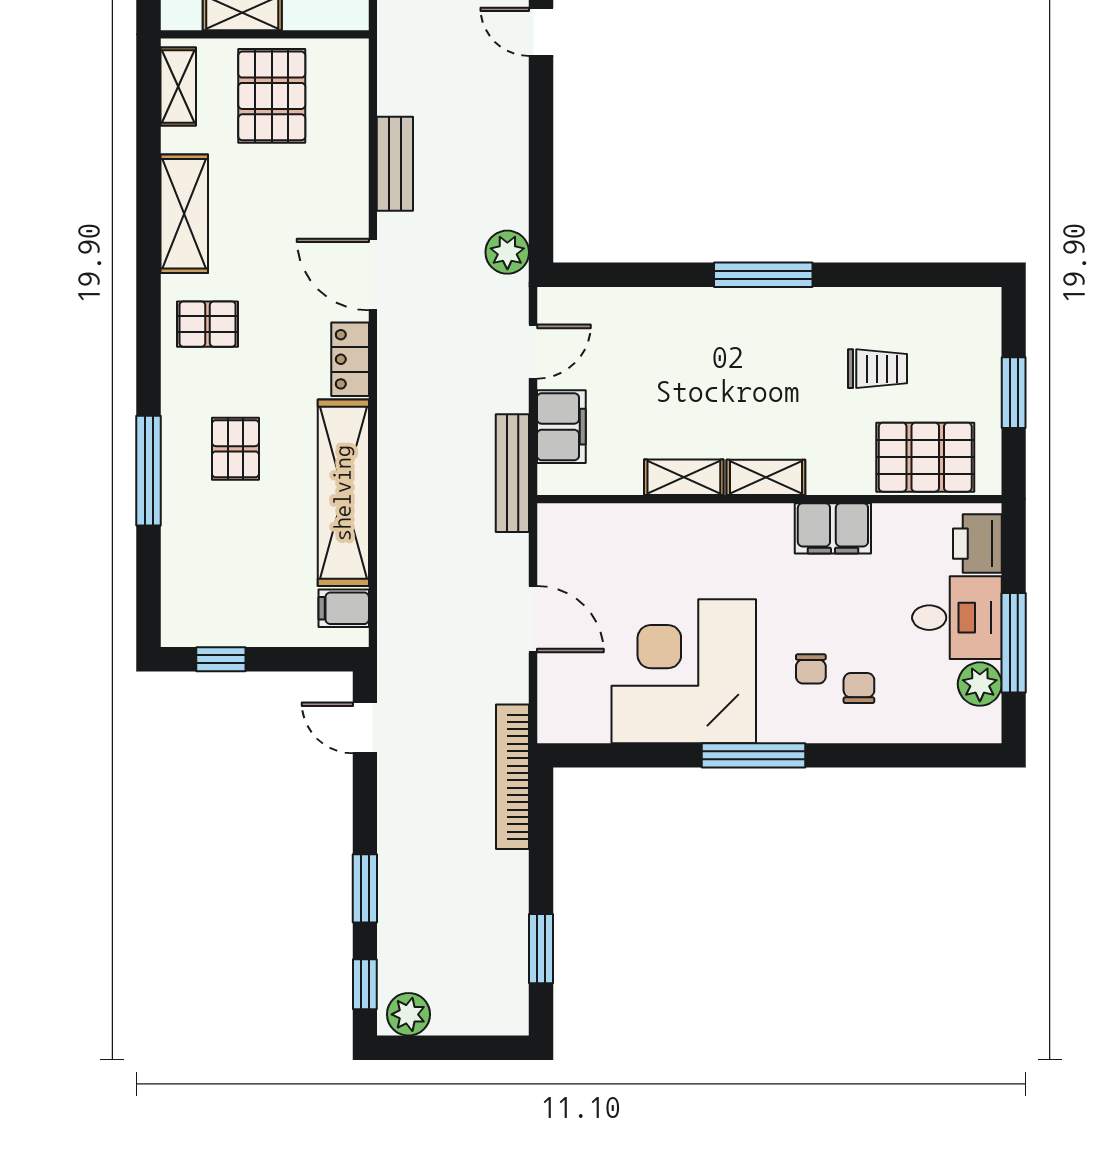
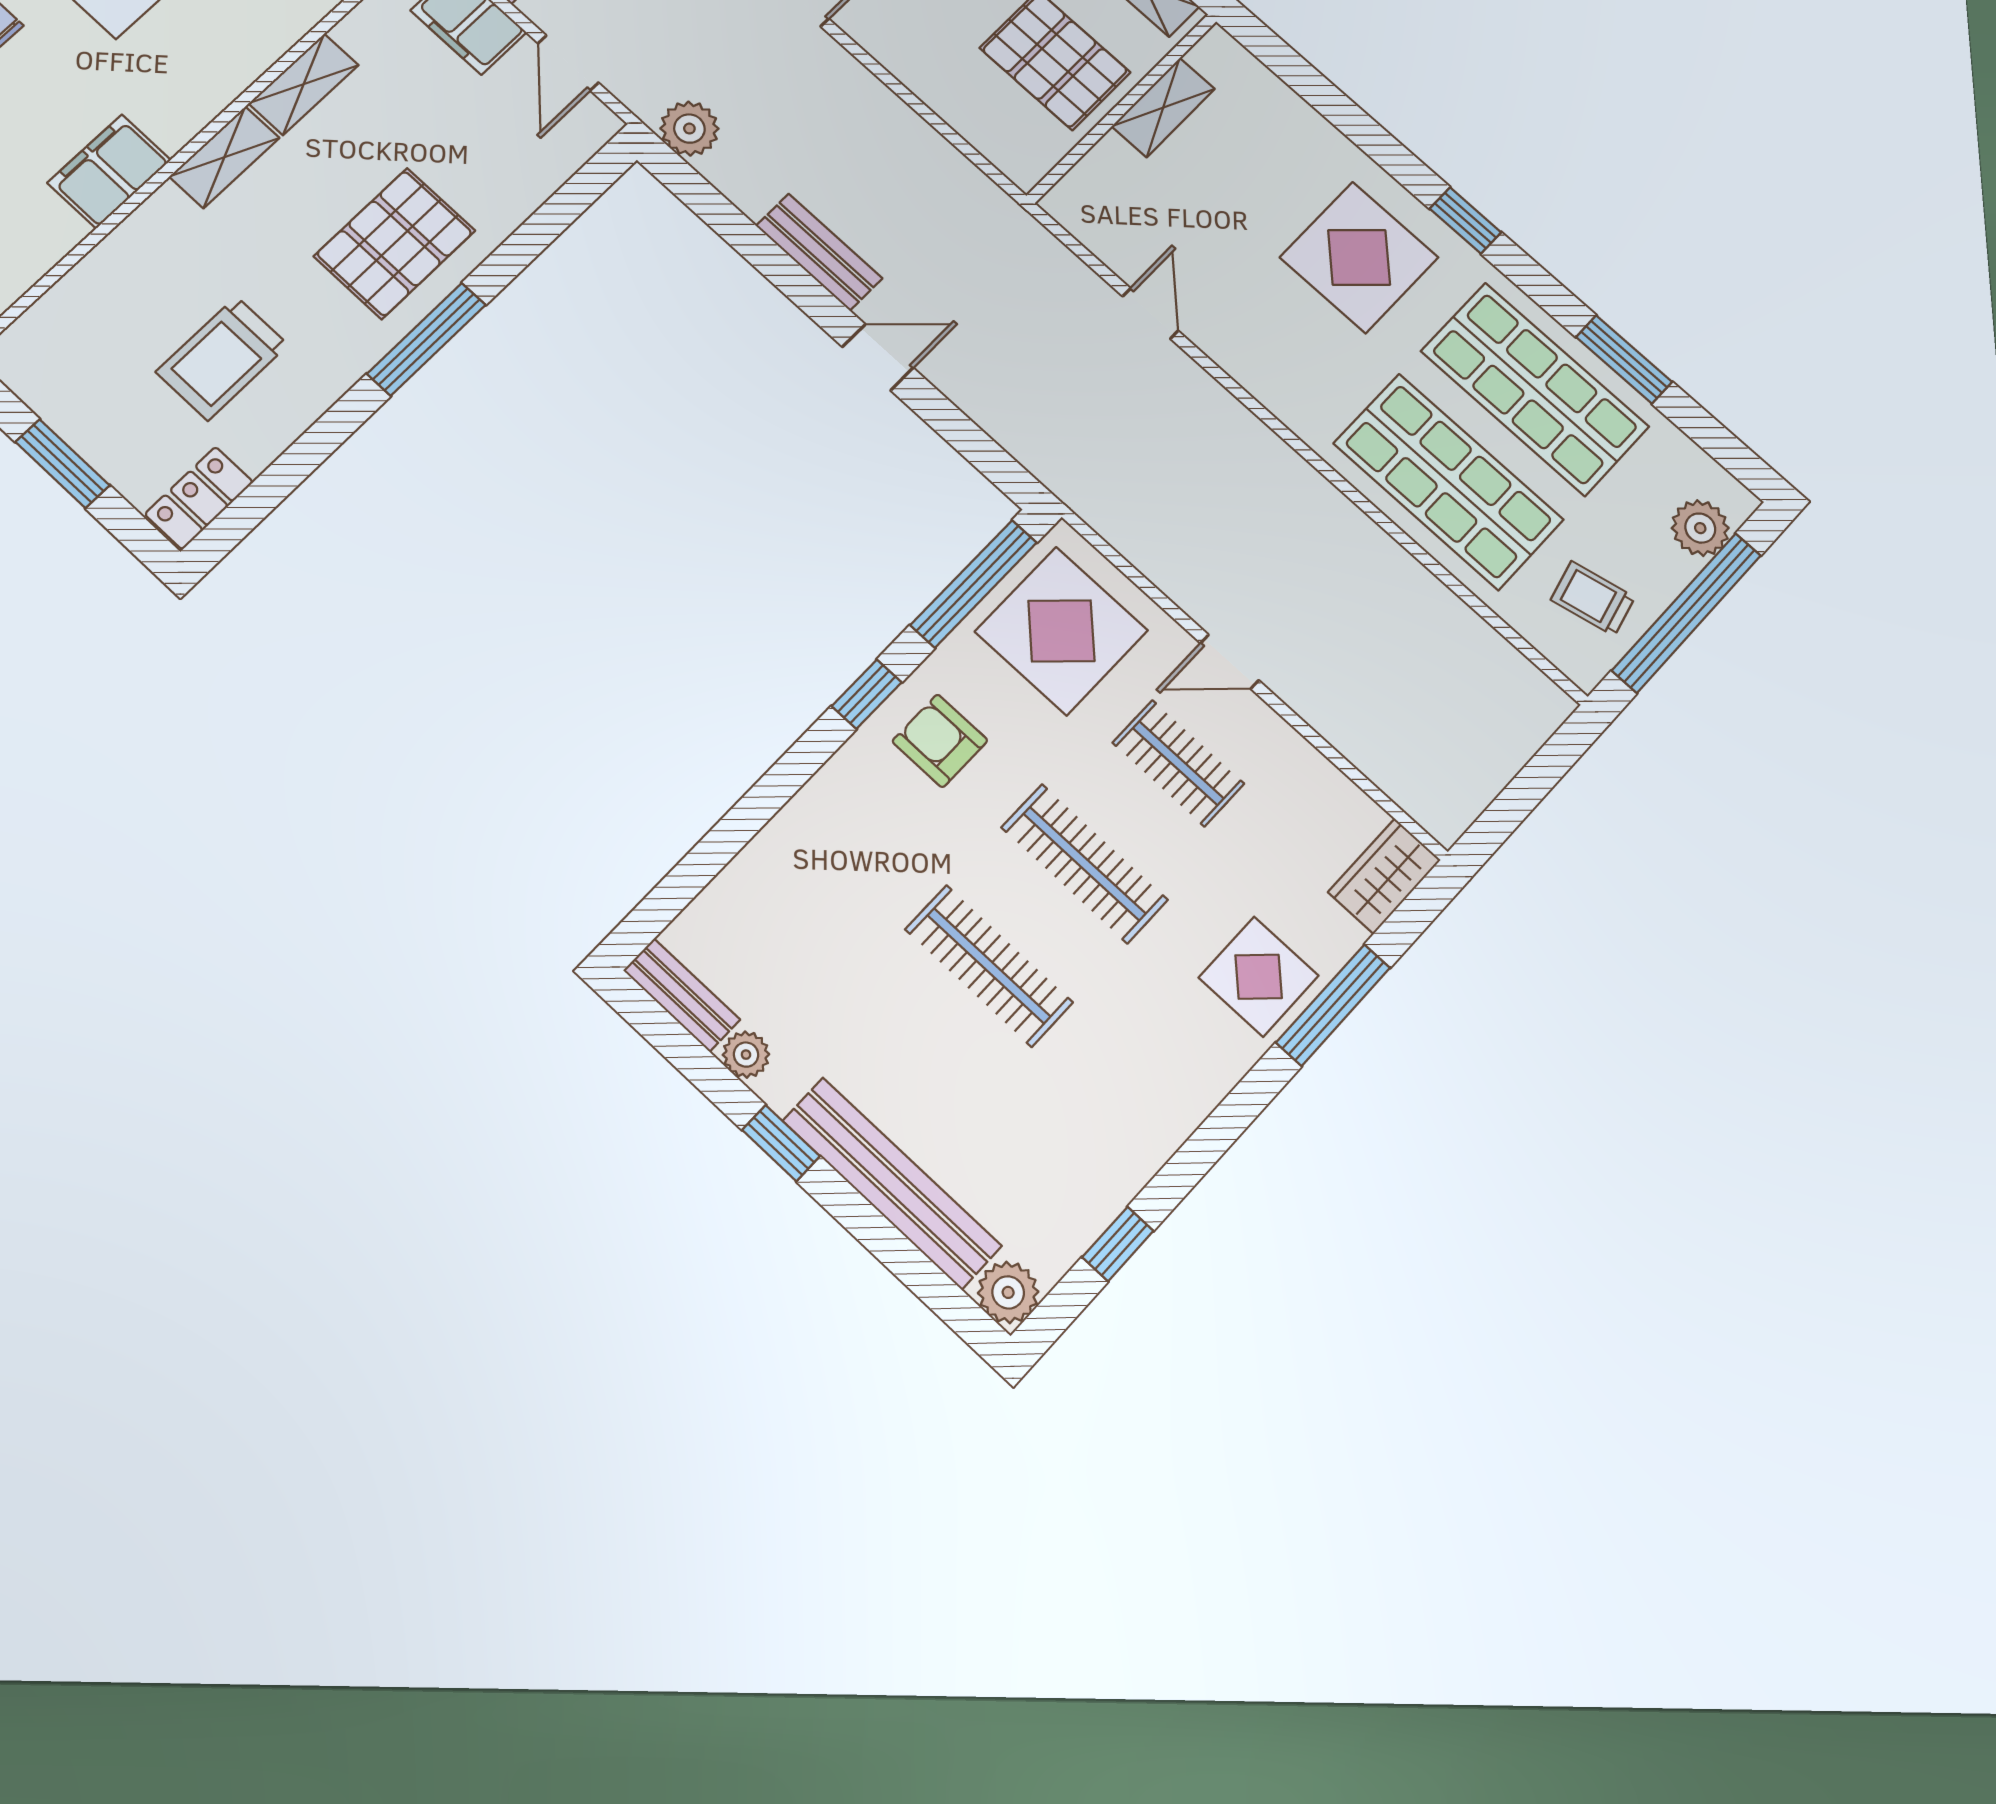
bench: (395, 164) -> (819, 252), moved
locker: (964, 306) -> (199, 498), added
trolley: (878, 369) -> (222, 358), width x1.36, depth x1.39
pallet: (925, 457) -> (395, 243), moved

